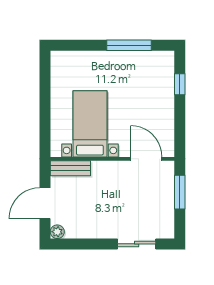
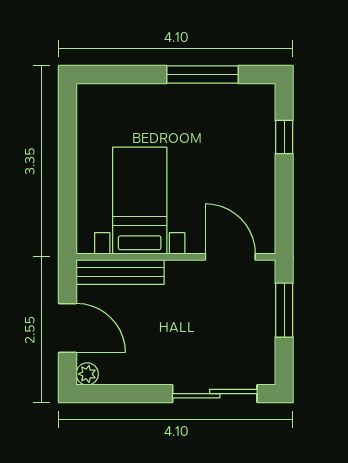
bench: (70, 168) -> (120, 272), width x1.36
door: (45, 203) -> (68, 328), swing flipped
sliding door: (137, 244) -> (215, 394), width x1.37

